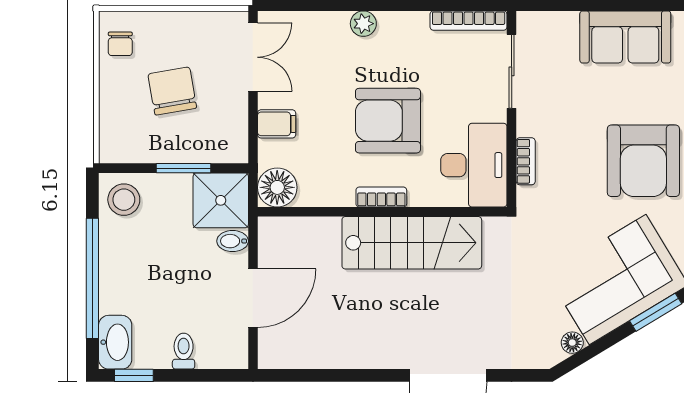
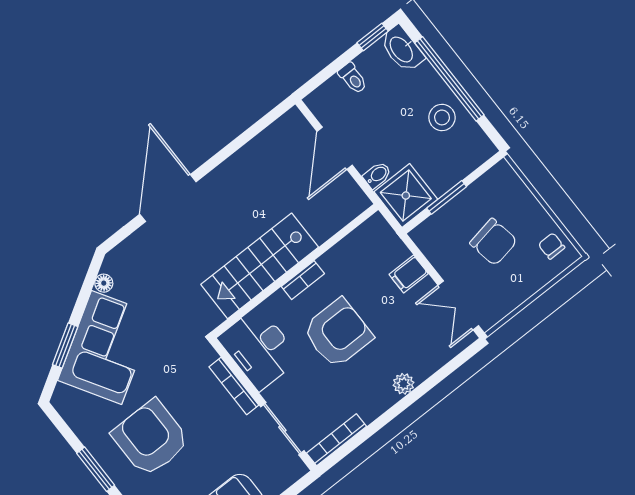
bookcase: (526, 161) -> (234, 386), width x1.56
floor lamp: (277, 187) -> (376, 233), removed
stool: (124, 200) -> (442, 117), moved

